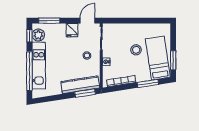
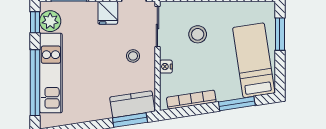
stool: (136, 50) -> (198, 34), moved
window: (173, 60) -> (280, 34), moved
kitchen counter: (80, 85) -> (132, 104), width x0.67

